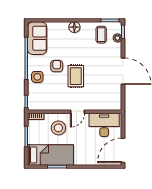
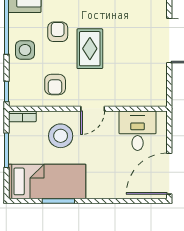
armchair: (55, 97) -> (55, 84), added
desk: (104, 125) -> (138, 131), width x0.73

